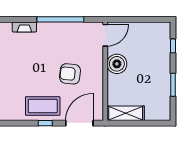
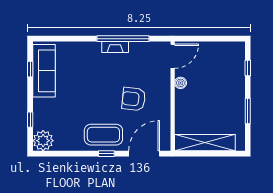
fireplace: (24, 27) -> (115, 47), moved
boiler: (117, 64) -> (181, 83), width x0.54, depth x0.54
shelving: (126, 113) -> (205, 143), width x1.47

